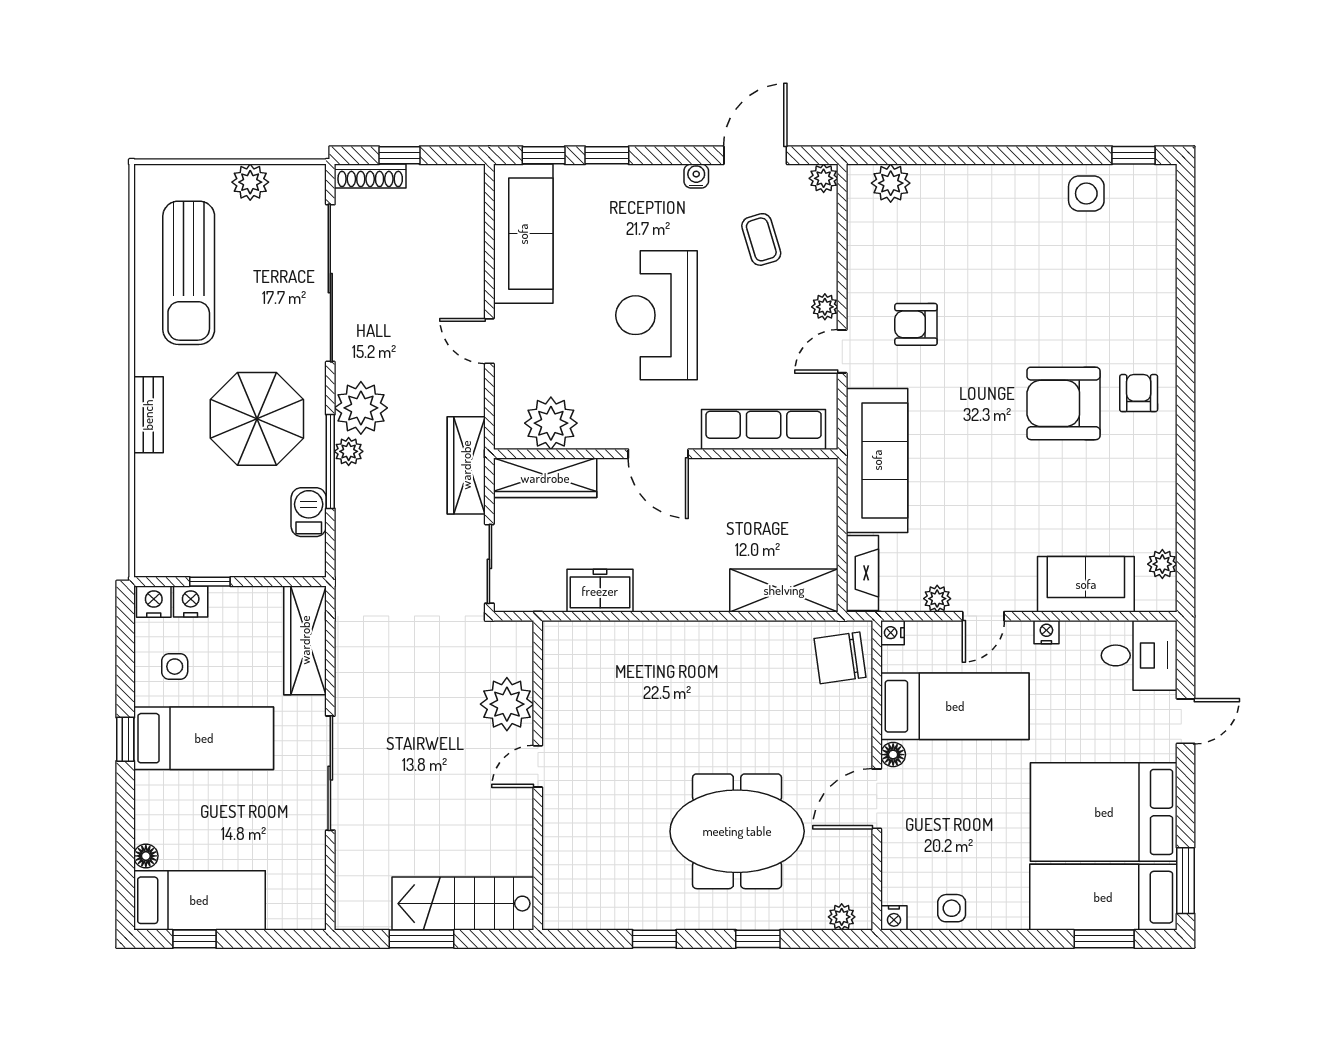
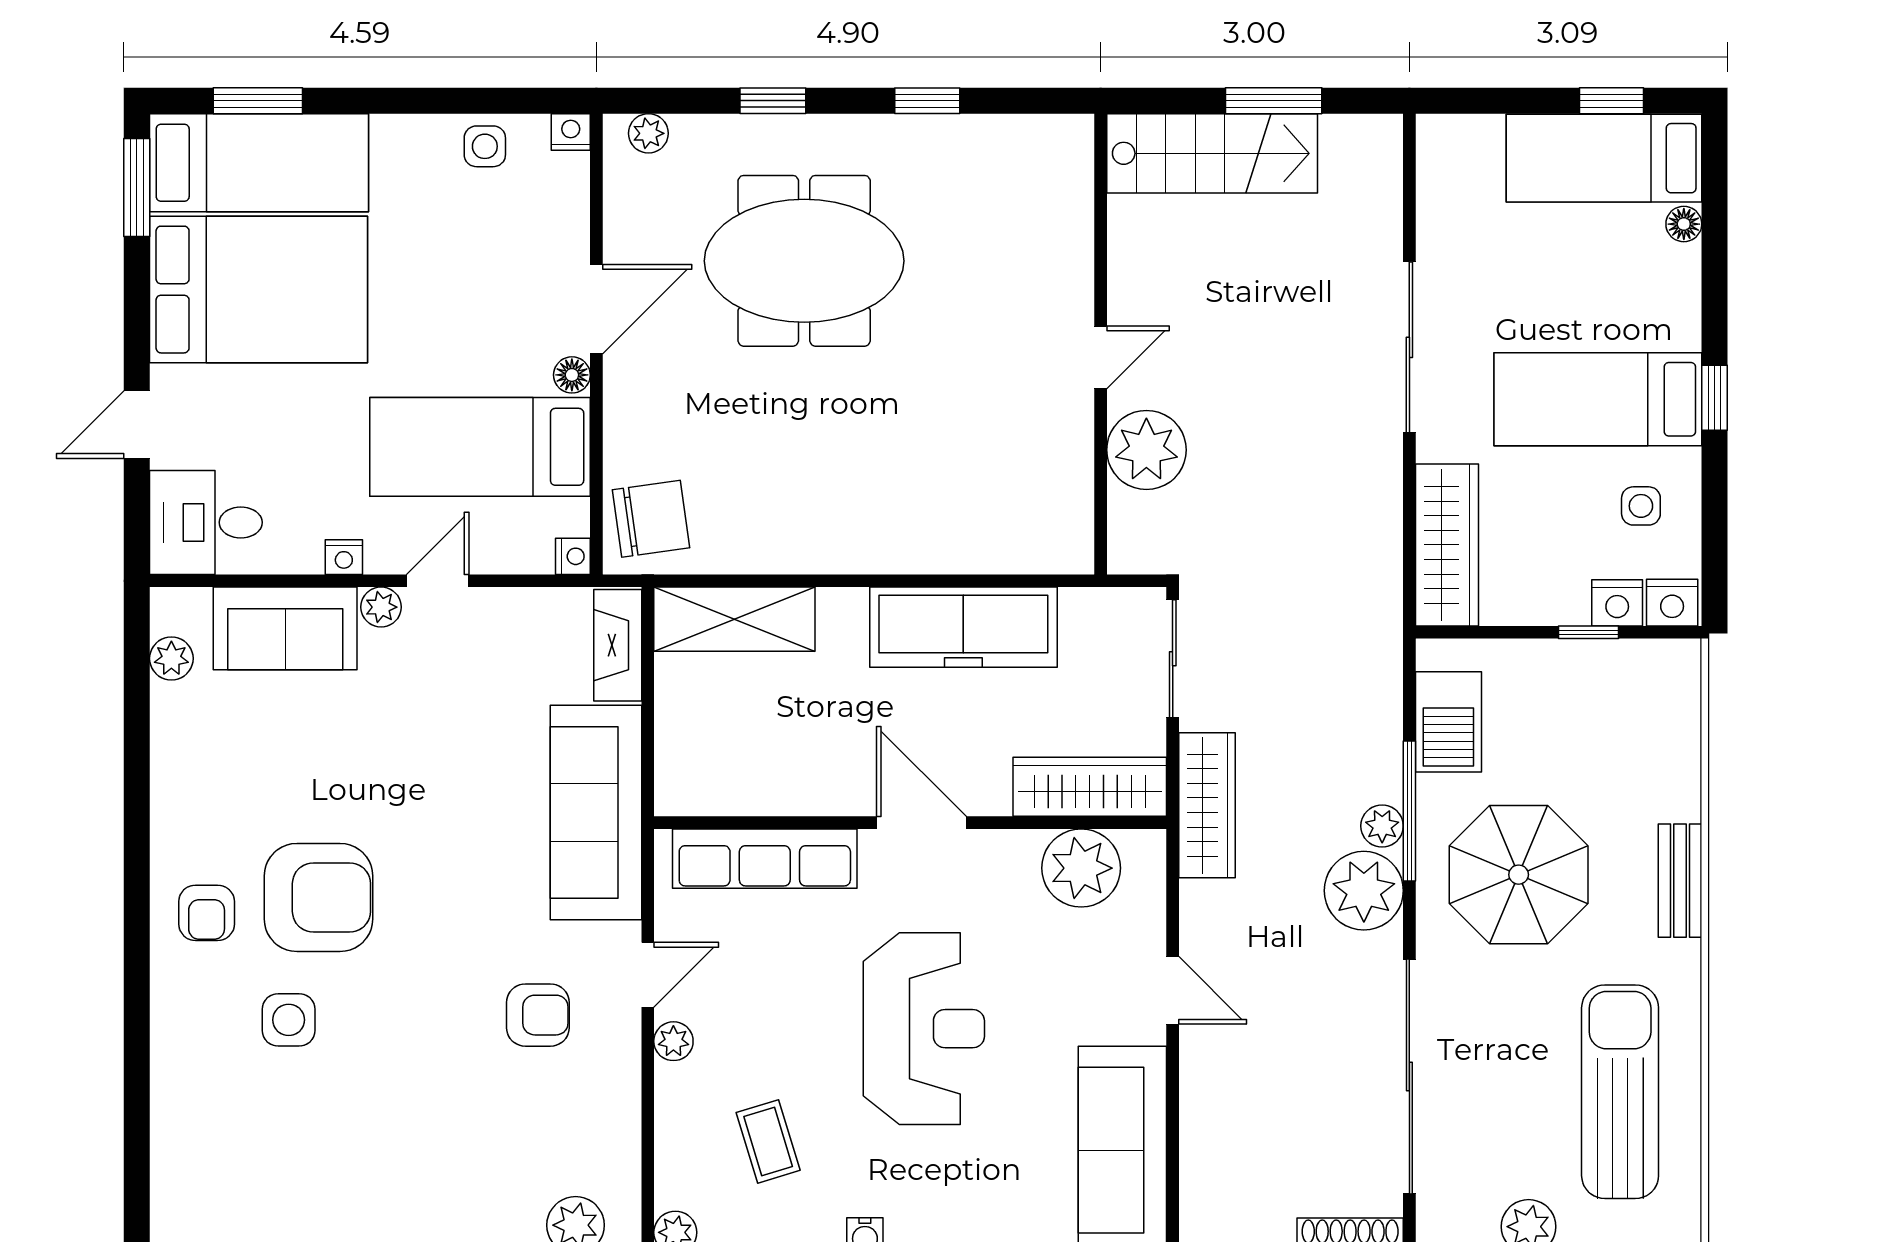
side table: (1086, 193) -> (289, 1020), moved
barbecue: (309, 512) -> (1448, 722), width x1.38, depth x1.27
freezer: (600, 591) -> (963, 627), width x1.91, depth x1.26
plant: (937, 599) -> (381, 607), moved

